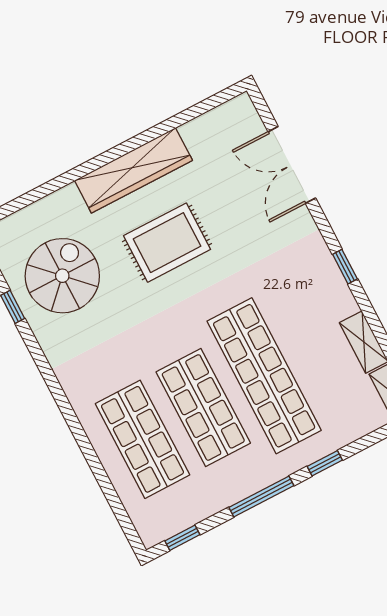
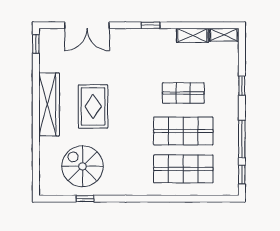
window: (219, 99) -> (36, 44), added
shop shelf: (264, 376) -> (183, 93), width x0.50, depth x0.74
window: (261, 496) -> (242, 139), moved

